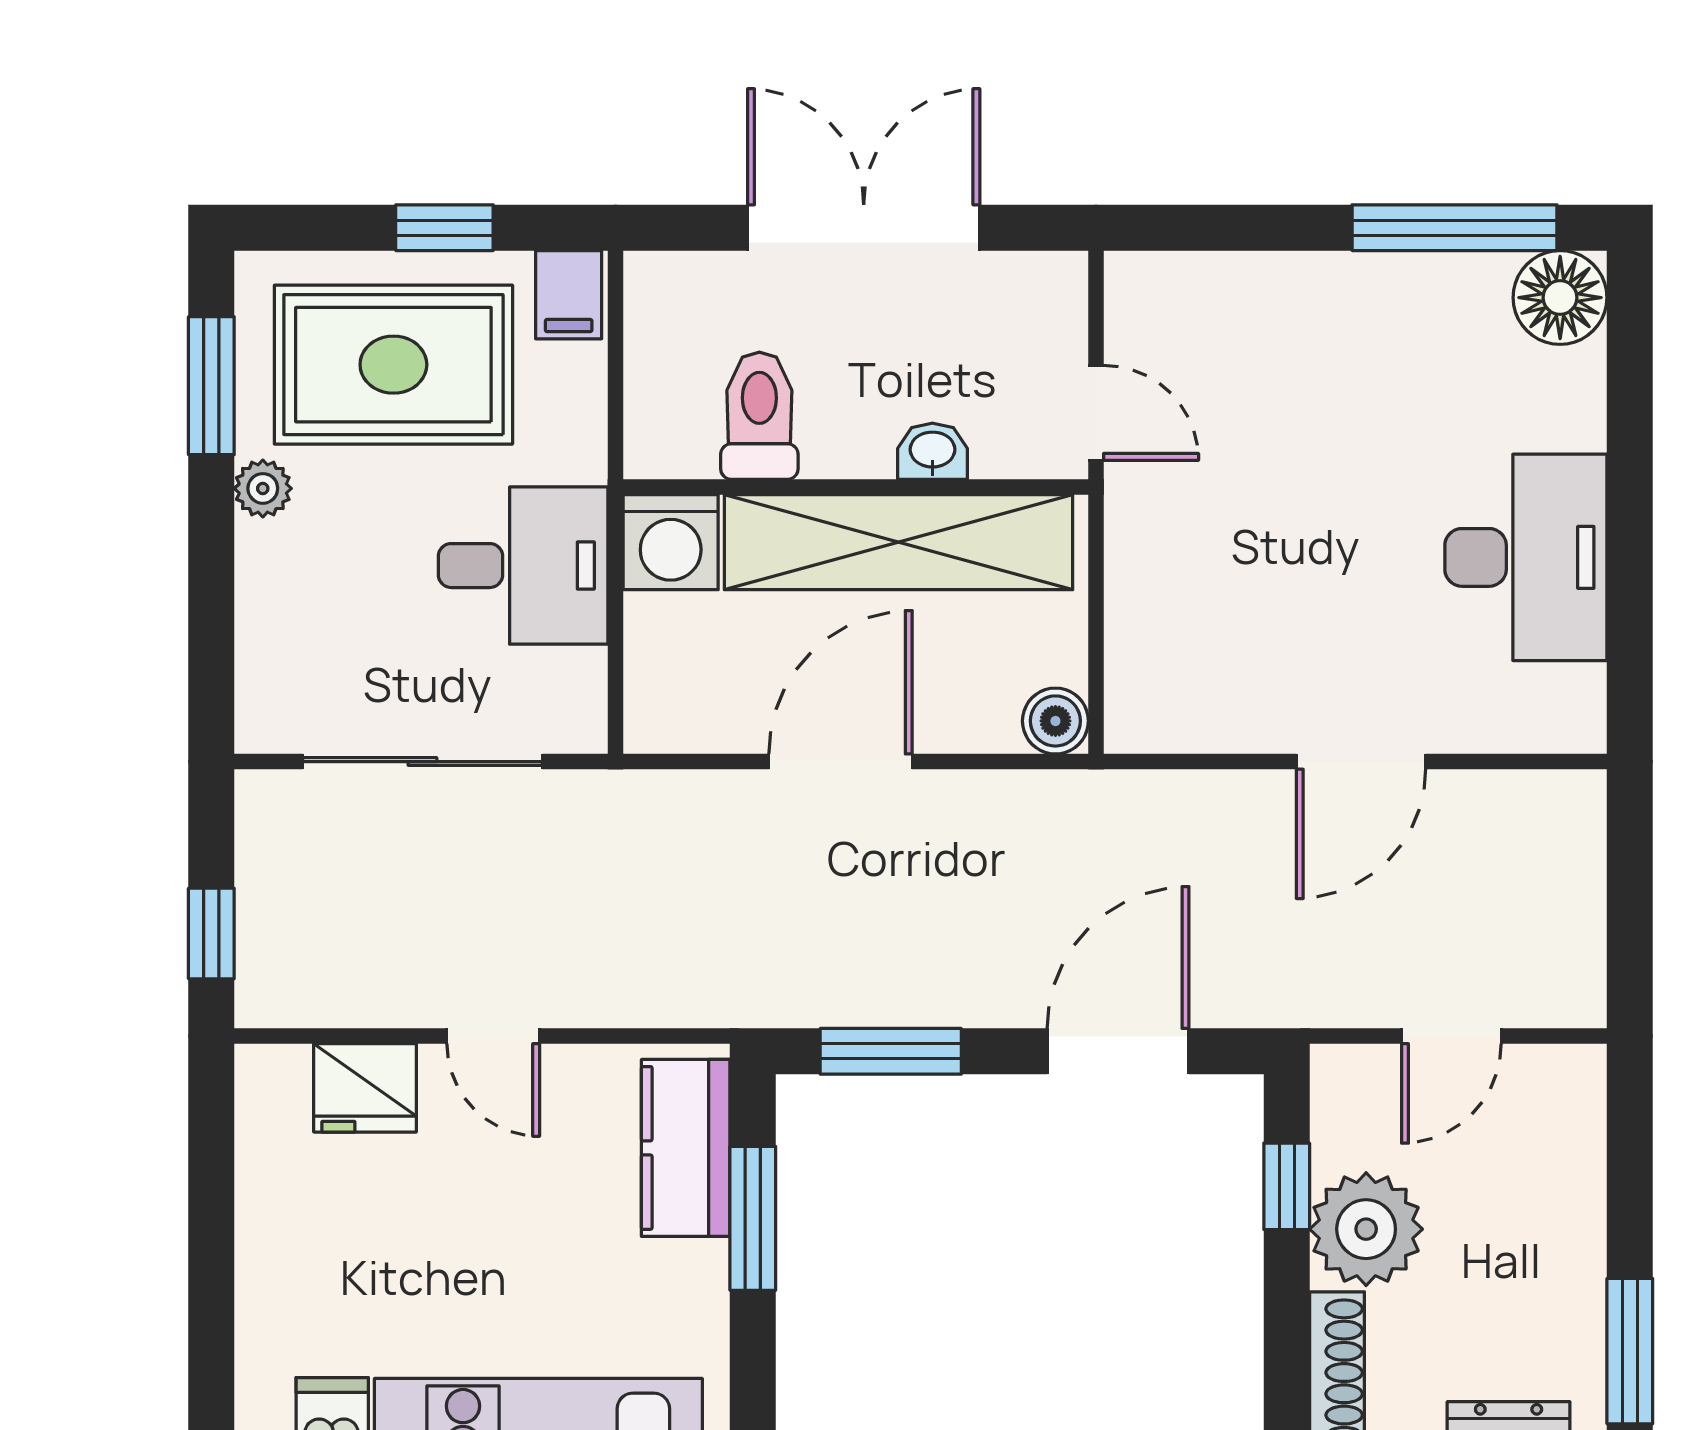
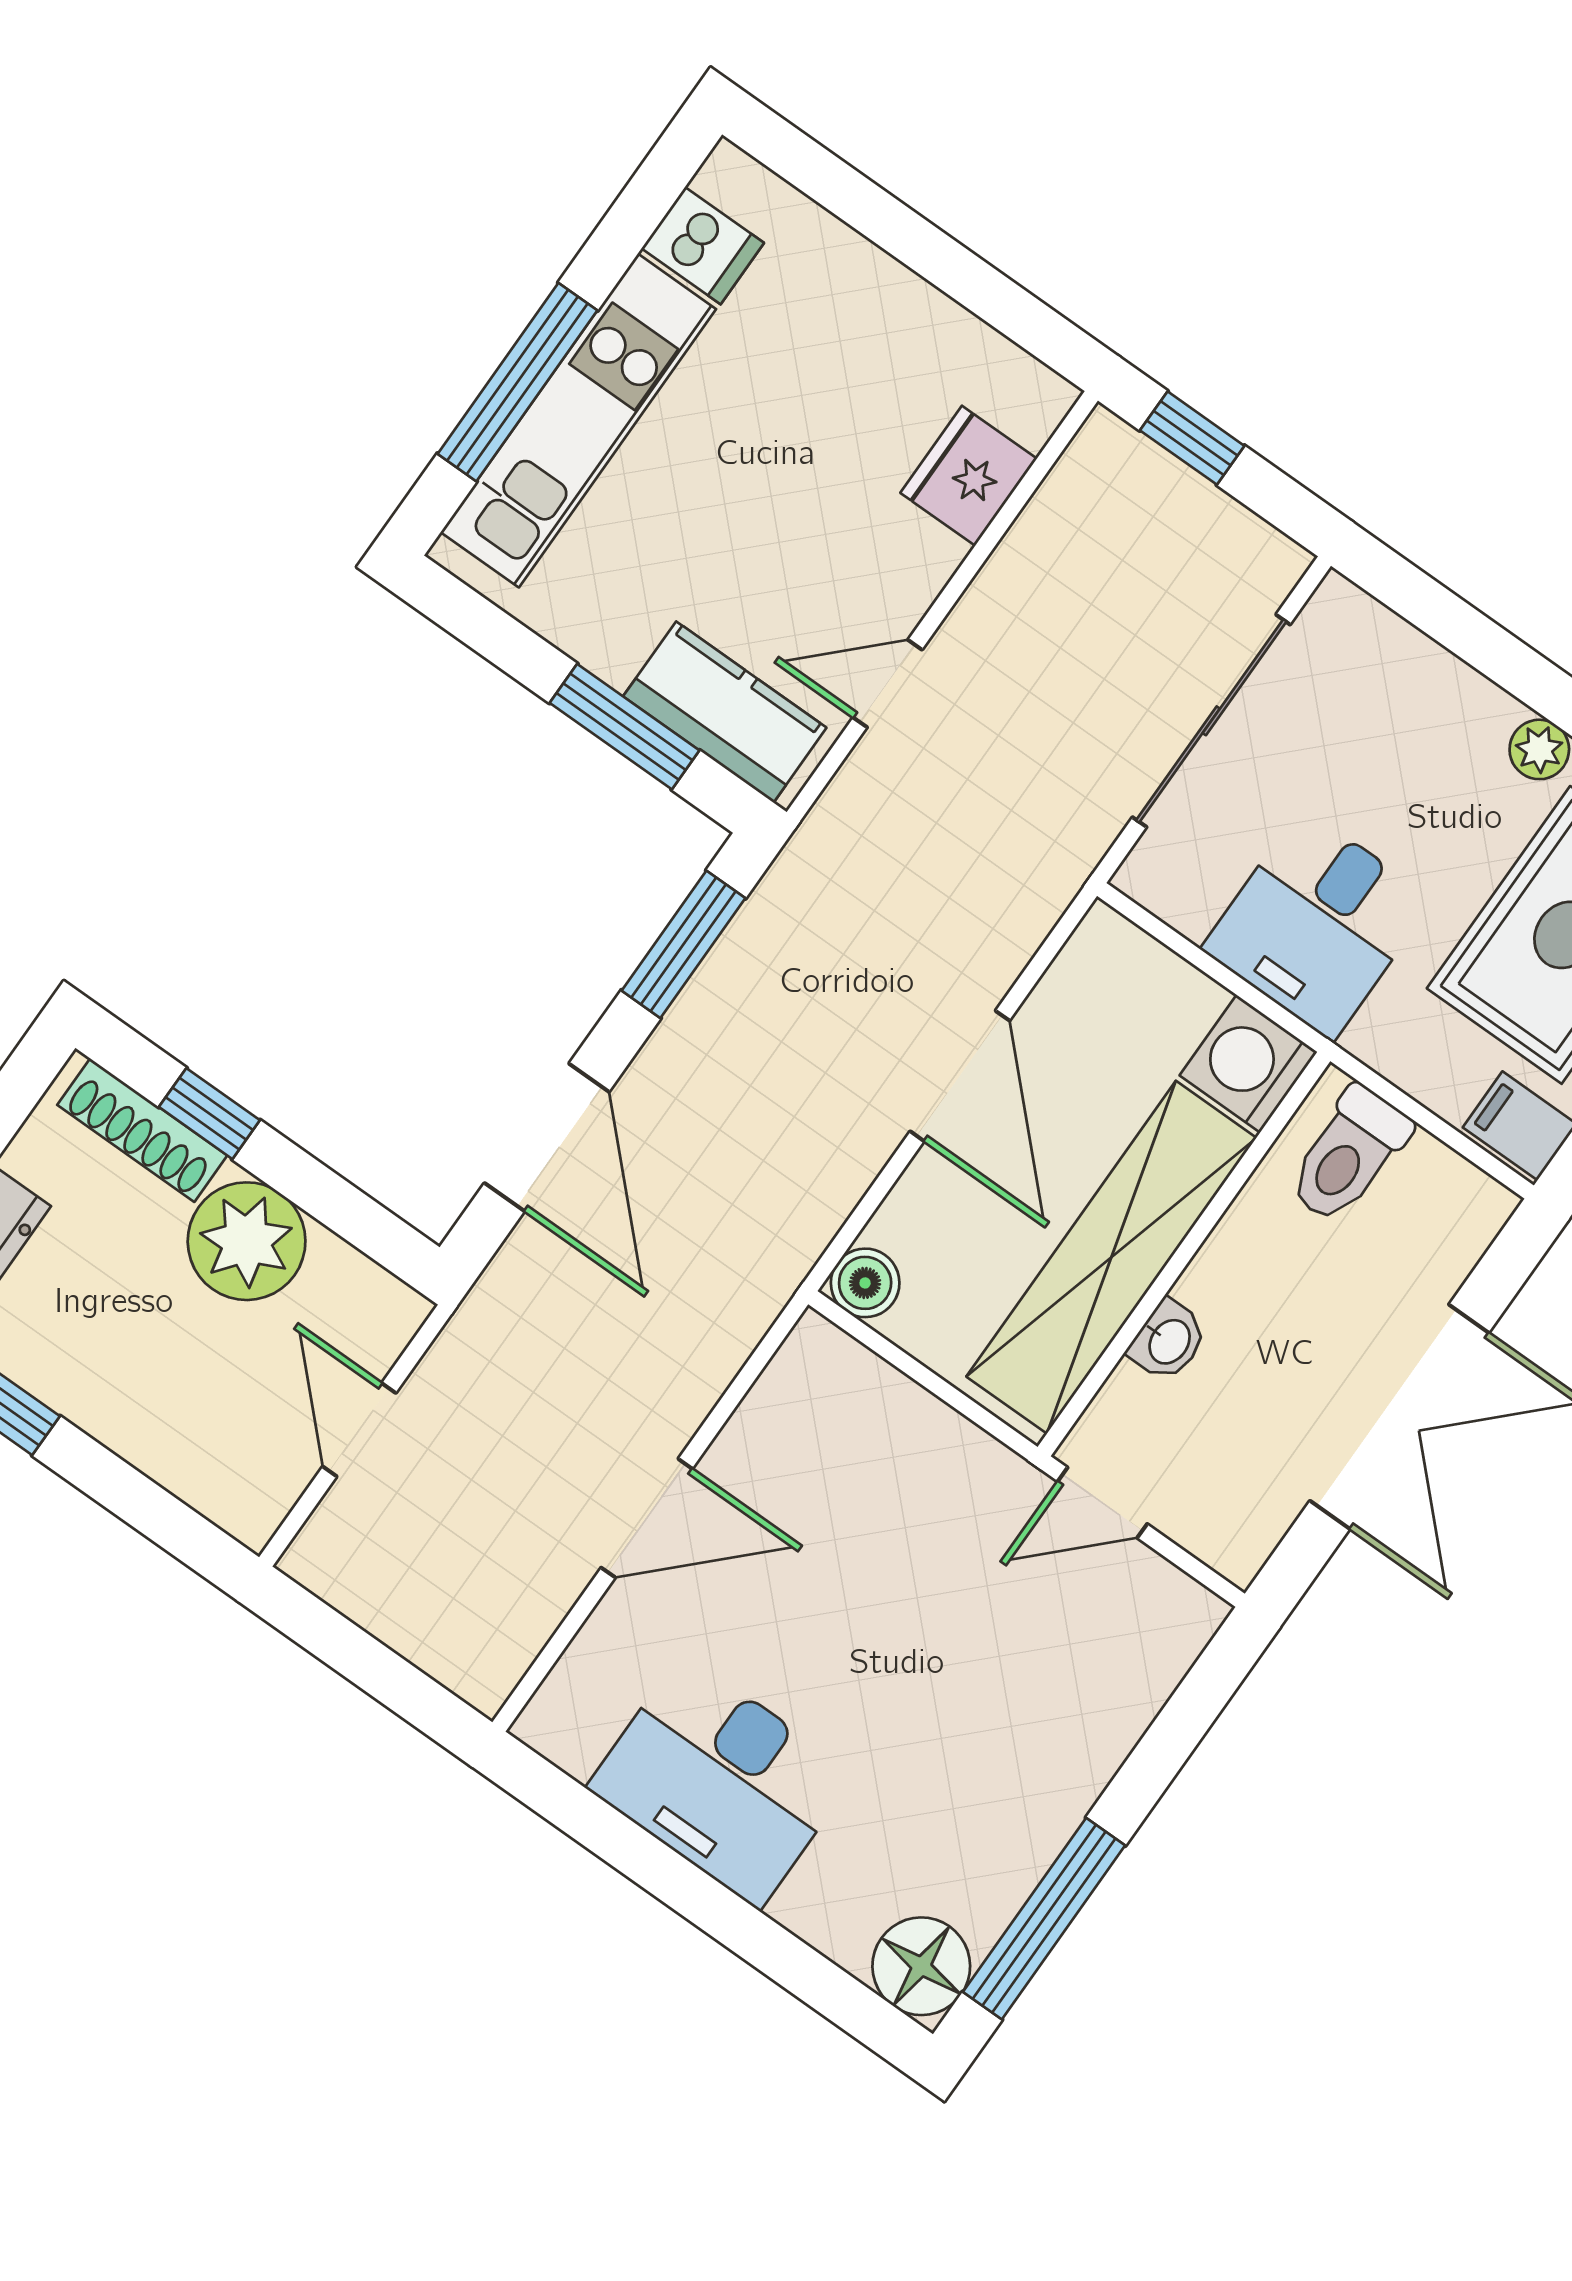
toilet: (759, 416) -> (1348, 1155), moved, turned 90
door: (1361, 762) -> (647, 1518), swing flipped
door: (493, 1036) -> (888, 684), moved
window: (1287, 1186) -> (209, 1114), moved

